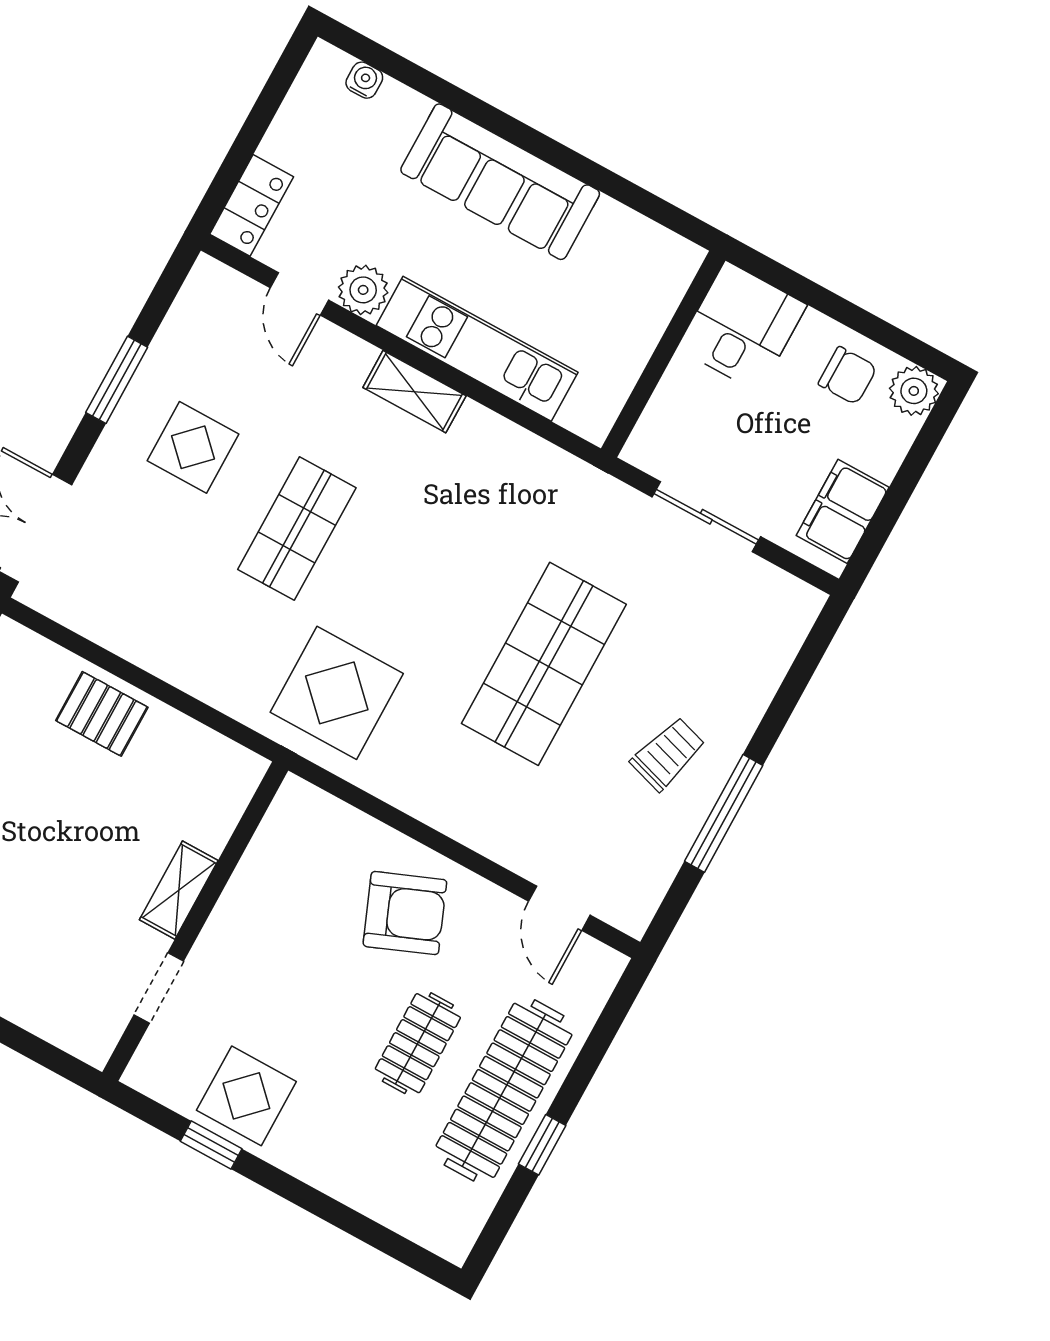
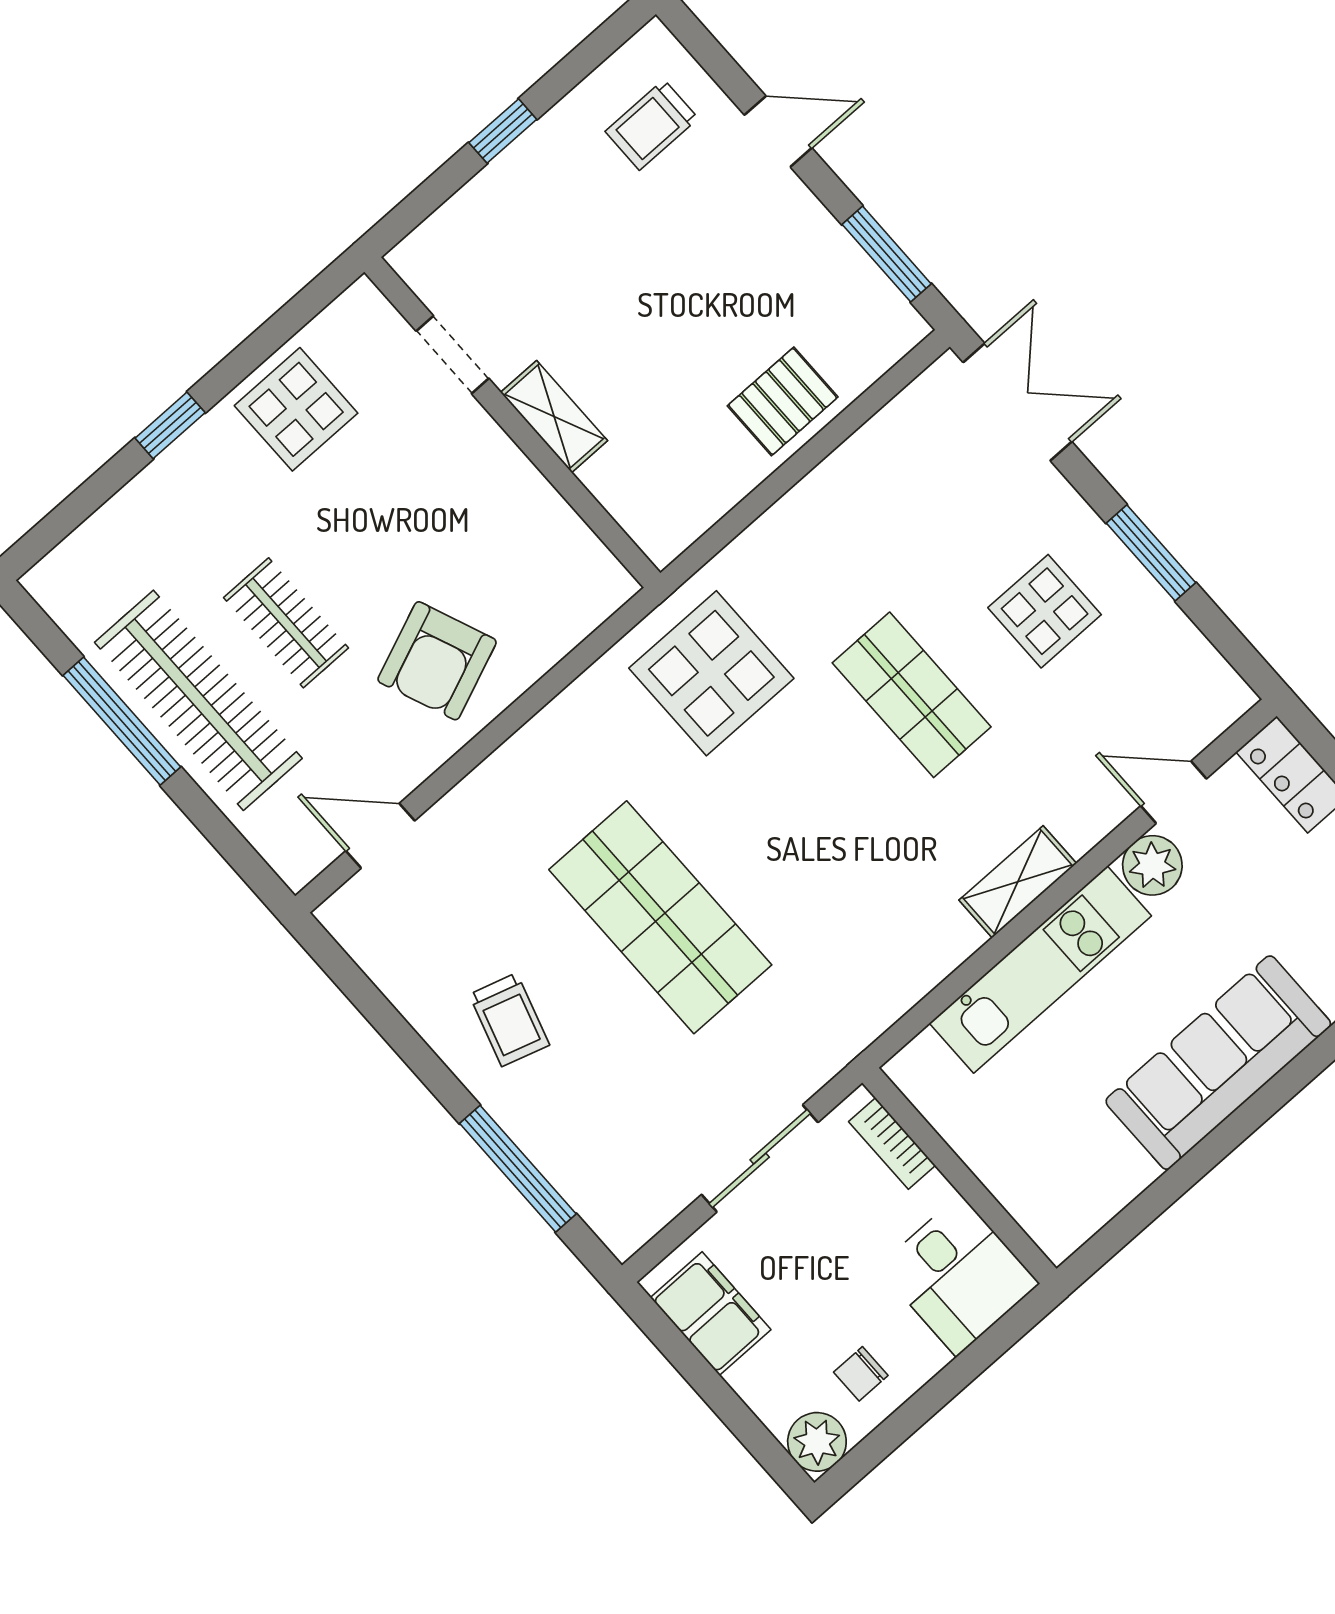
chair: (848, 376) -> (861, 1374), width x0.73, depth x0.73
bookcase: (657, 416) -> (892, 1143), added
window: (724, 813) -> (518, 1169), moved
window: (211, 1145) -> (170, 425), moved
window: (542, 1145) -> (122, 721), width x2.17

